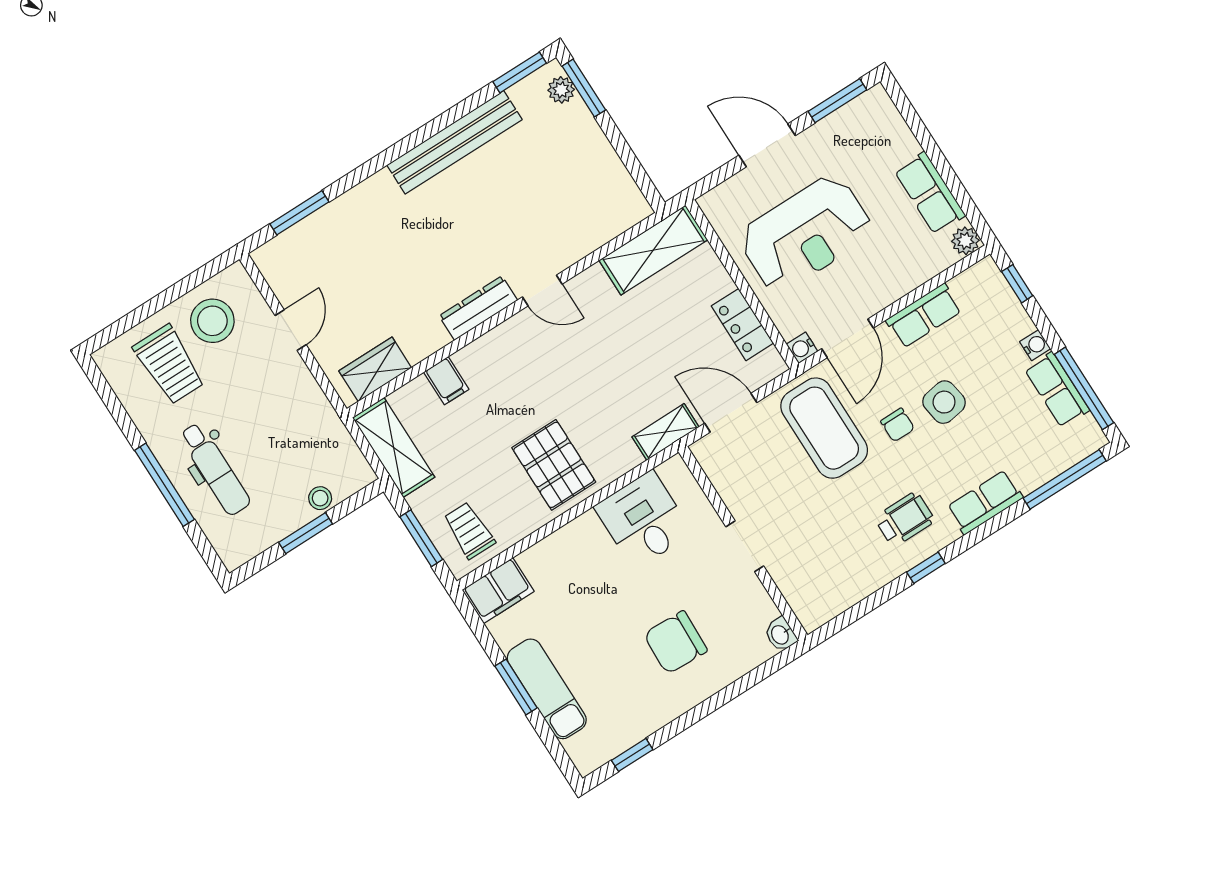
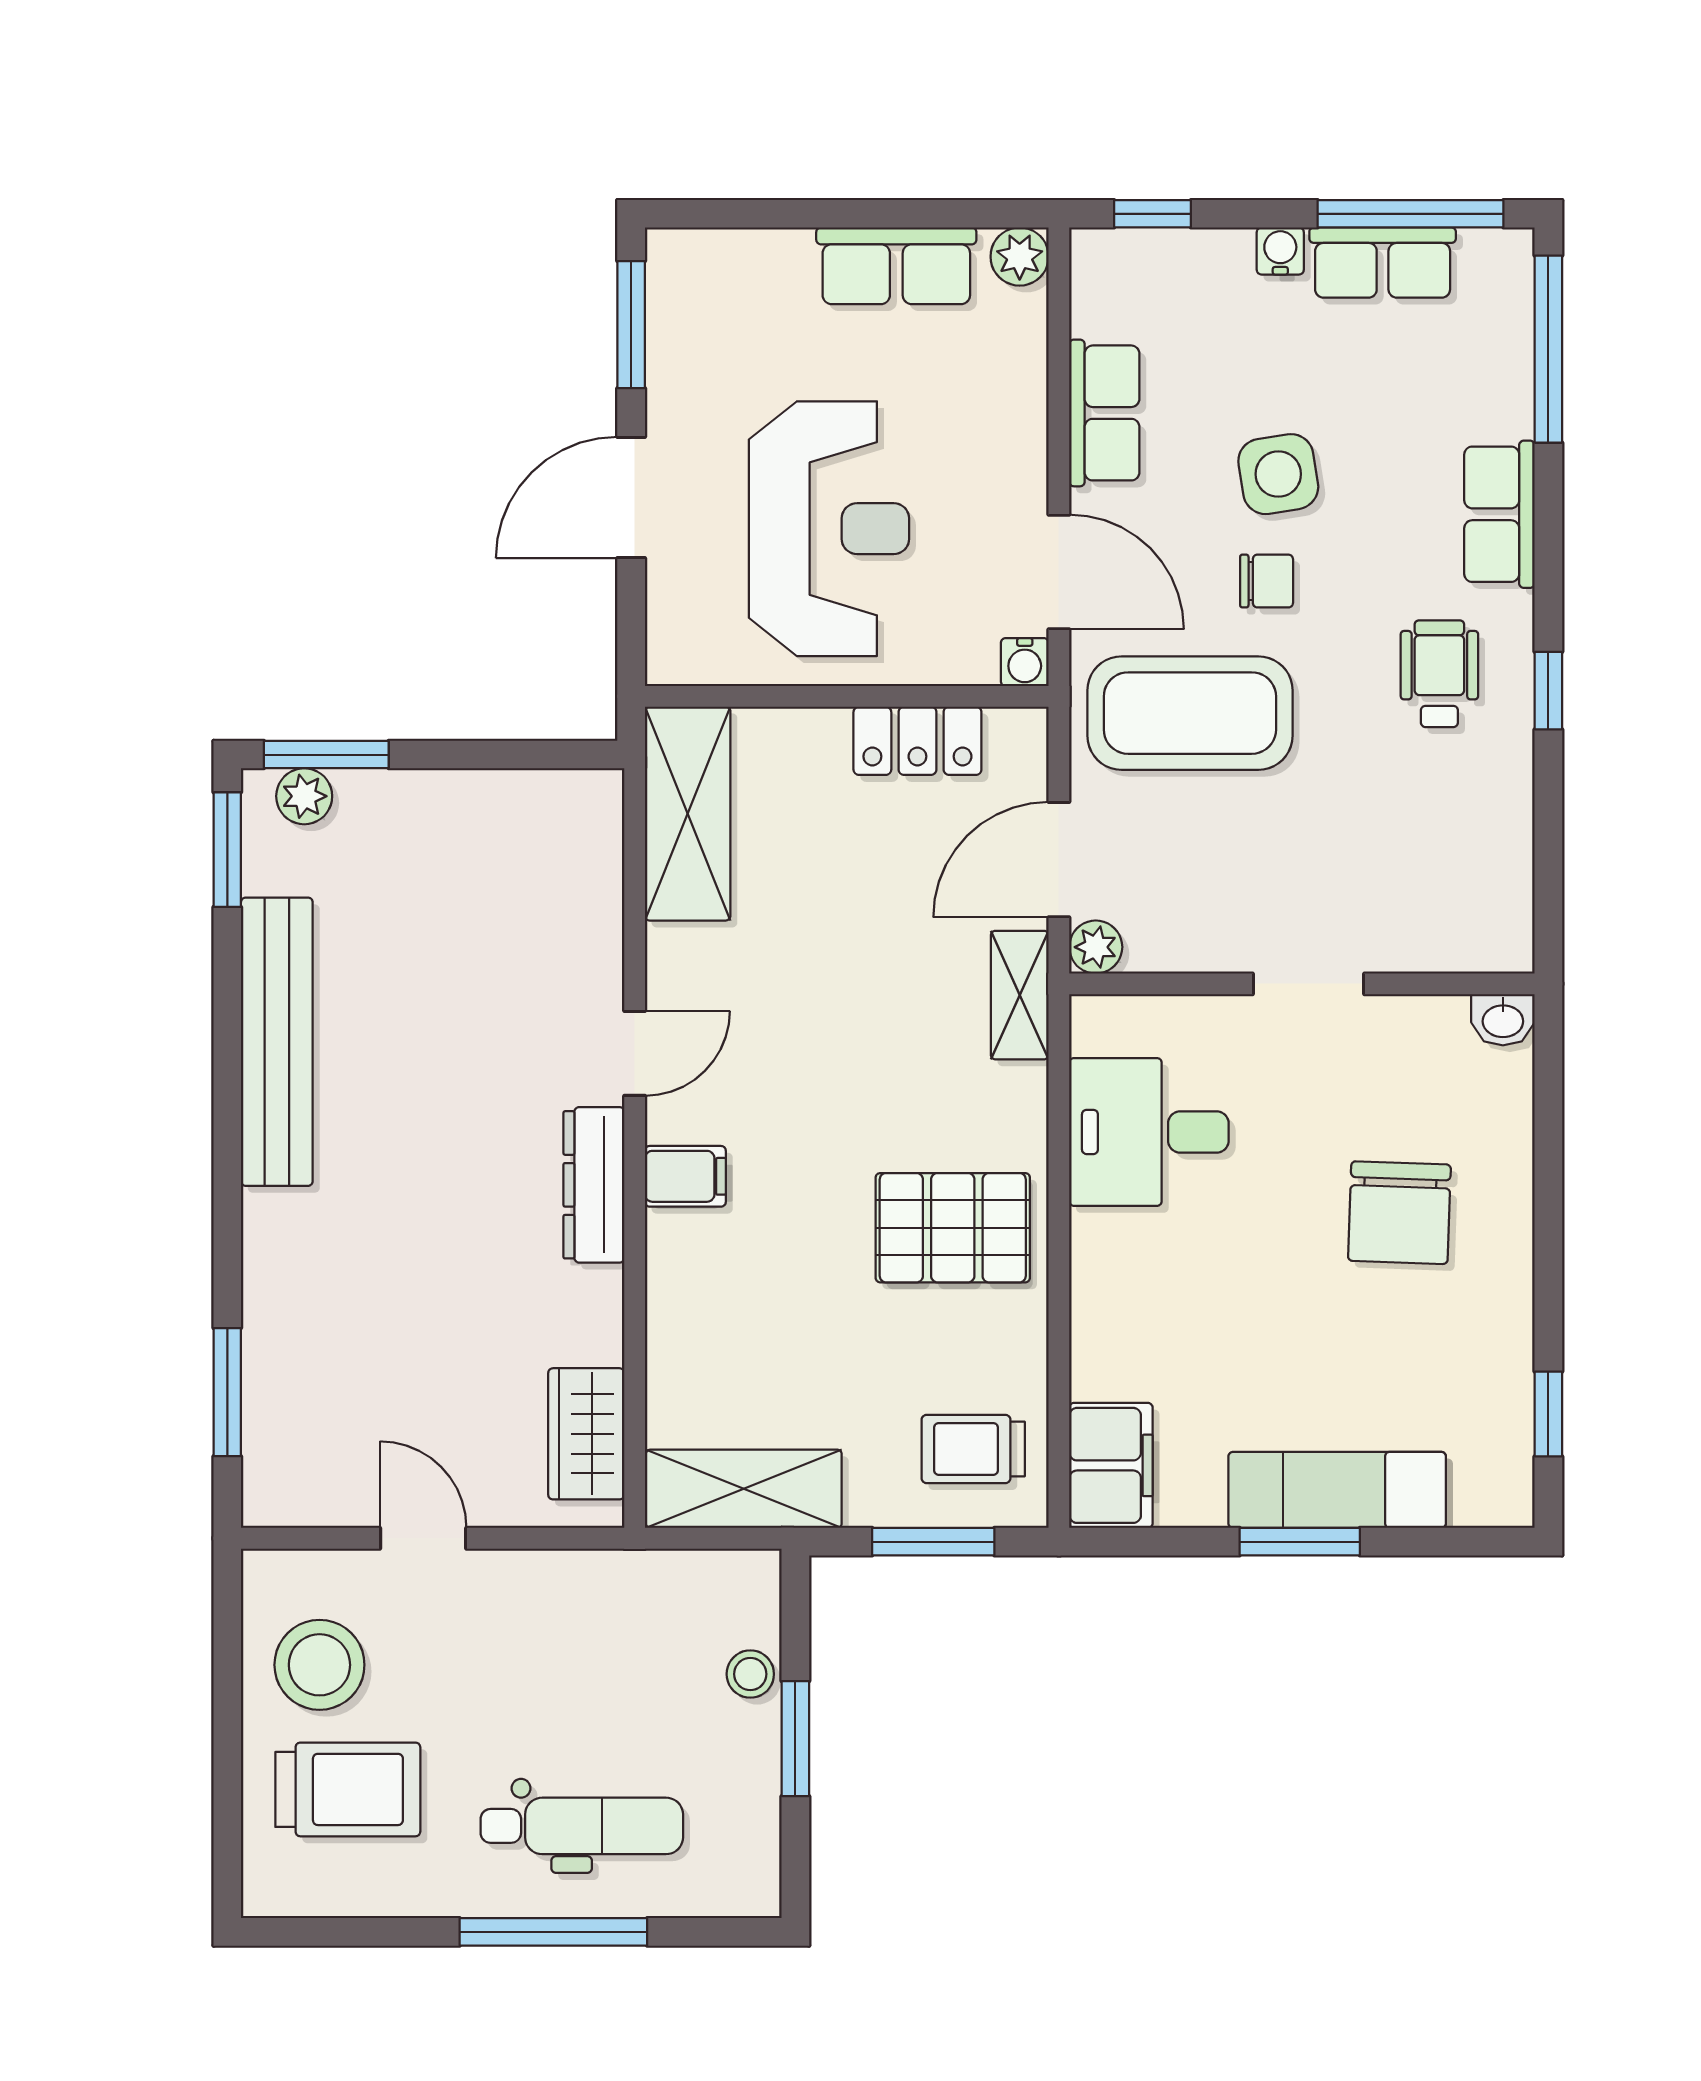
filing cabinet: (446, 381) -> (685, 1176), moved
plant: (705, 450) -> (1096, 947), added

